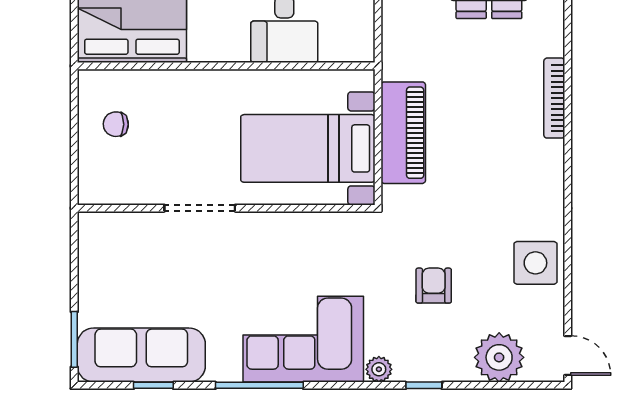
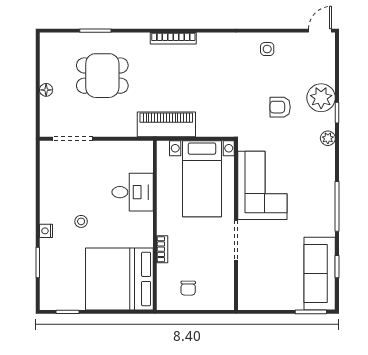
bookcase: (184, 79) -> (162, 249), added
piano: (403, 133) -> (166, 124), moved
side table: (535, 263) -> (267, 49), width x0.54, depth x0.54
corner sofa: (303, 339) -> (262, 185), moved, turned 180
plant: (499, 357) -> (321, 98), moved

